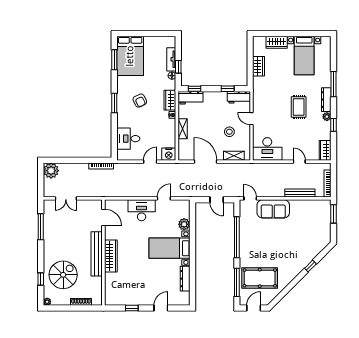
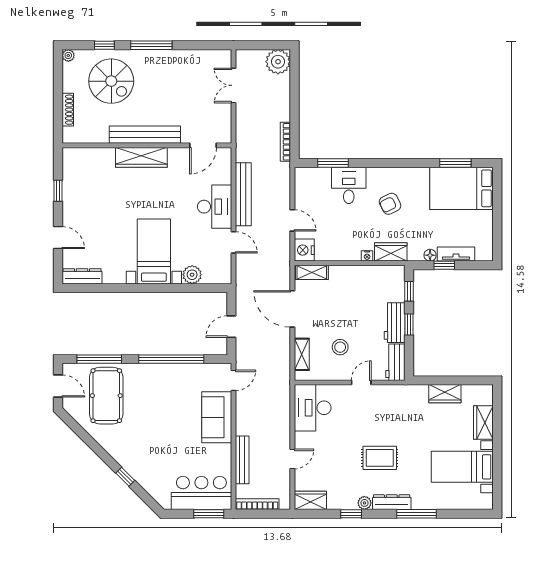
window: (228, 89) -> (409, 325), moved
workbench: (191, 98) -> (395, 323), moved
window: (114, 103) -> (333, 163), moved
shelving: (183, 129) -> (312, 272), moved
desk: (128, 139) -> (349, 185), moved
door: (206, 162) -> (292, 309), swing flipped
bench: (134, 192) -> (243, 194), added
bar counter: (321, 218) -> (201, 493), added
window: (41, 227) -> (151, 45), moved
dresser: (185, 279) -> (82, 276), moved

